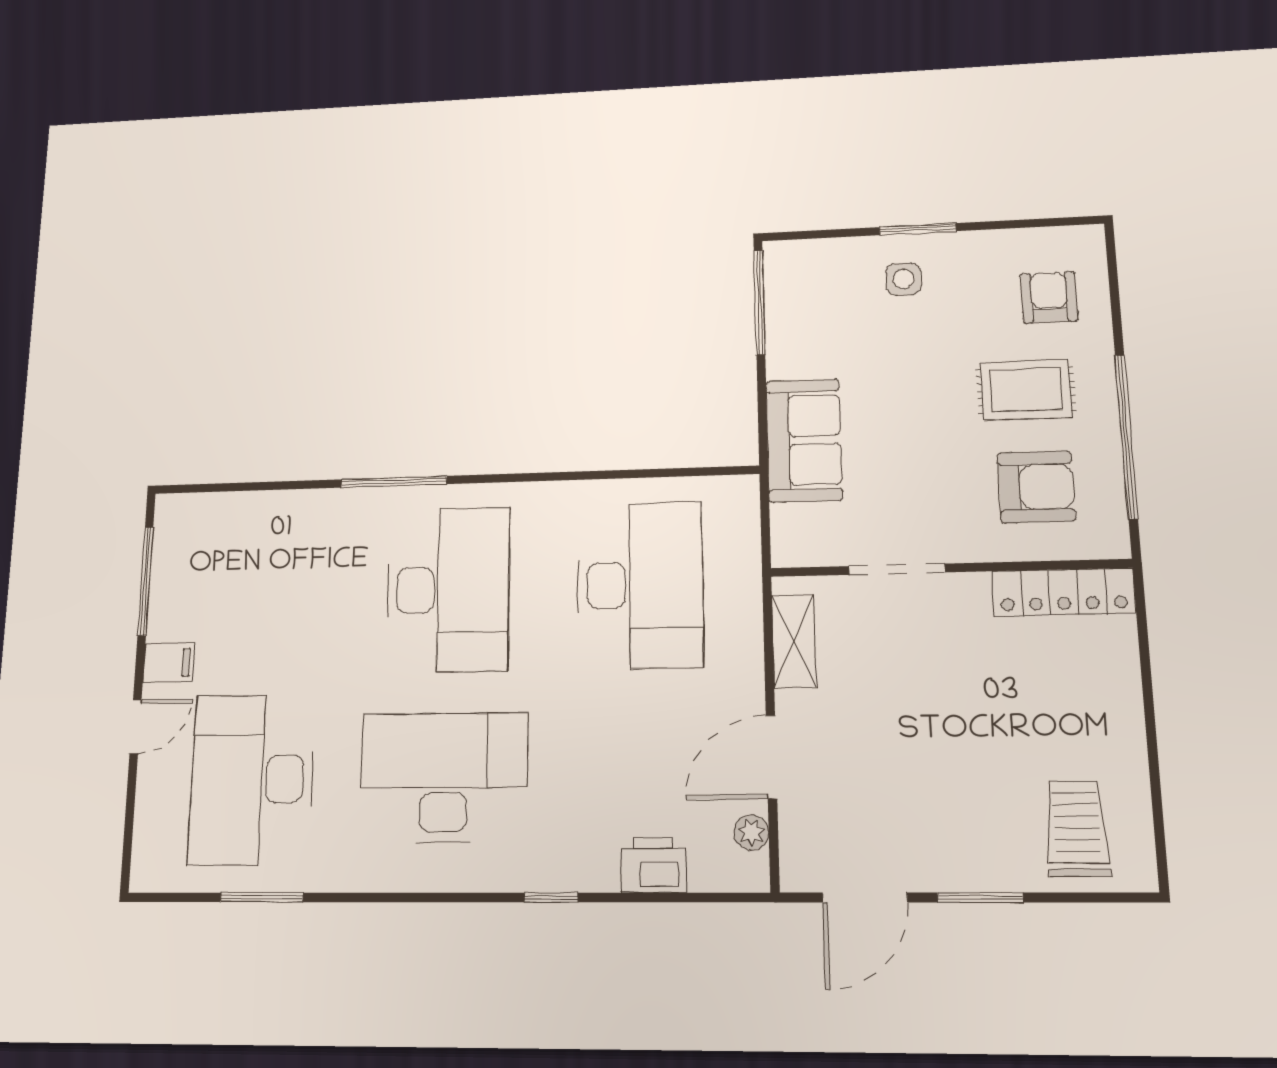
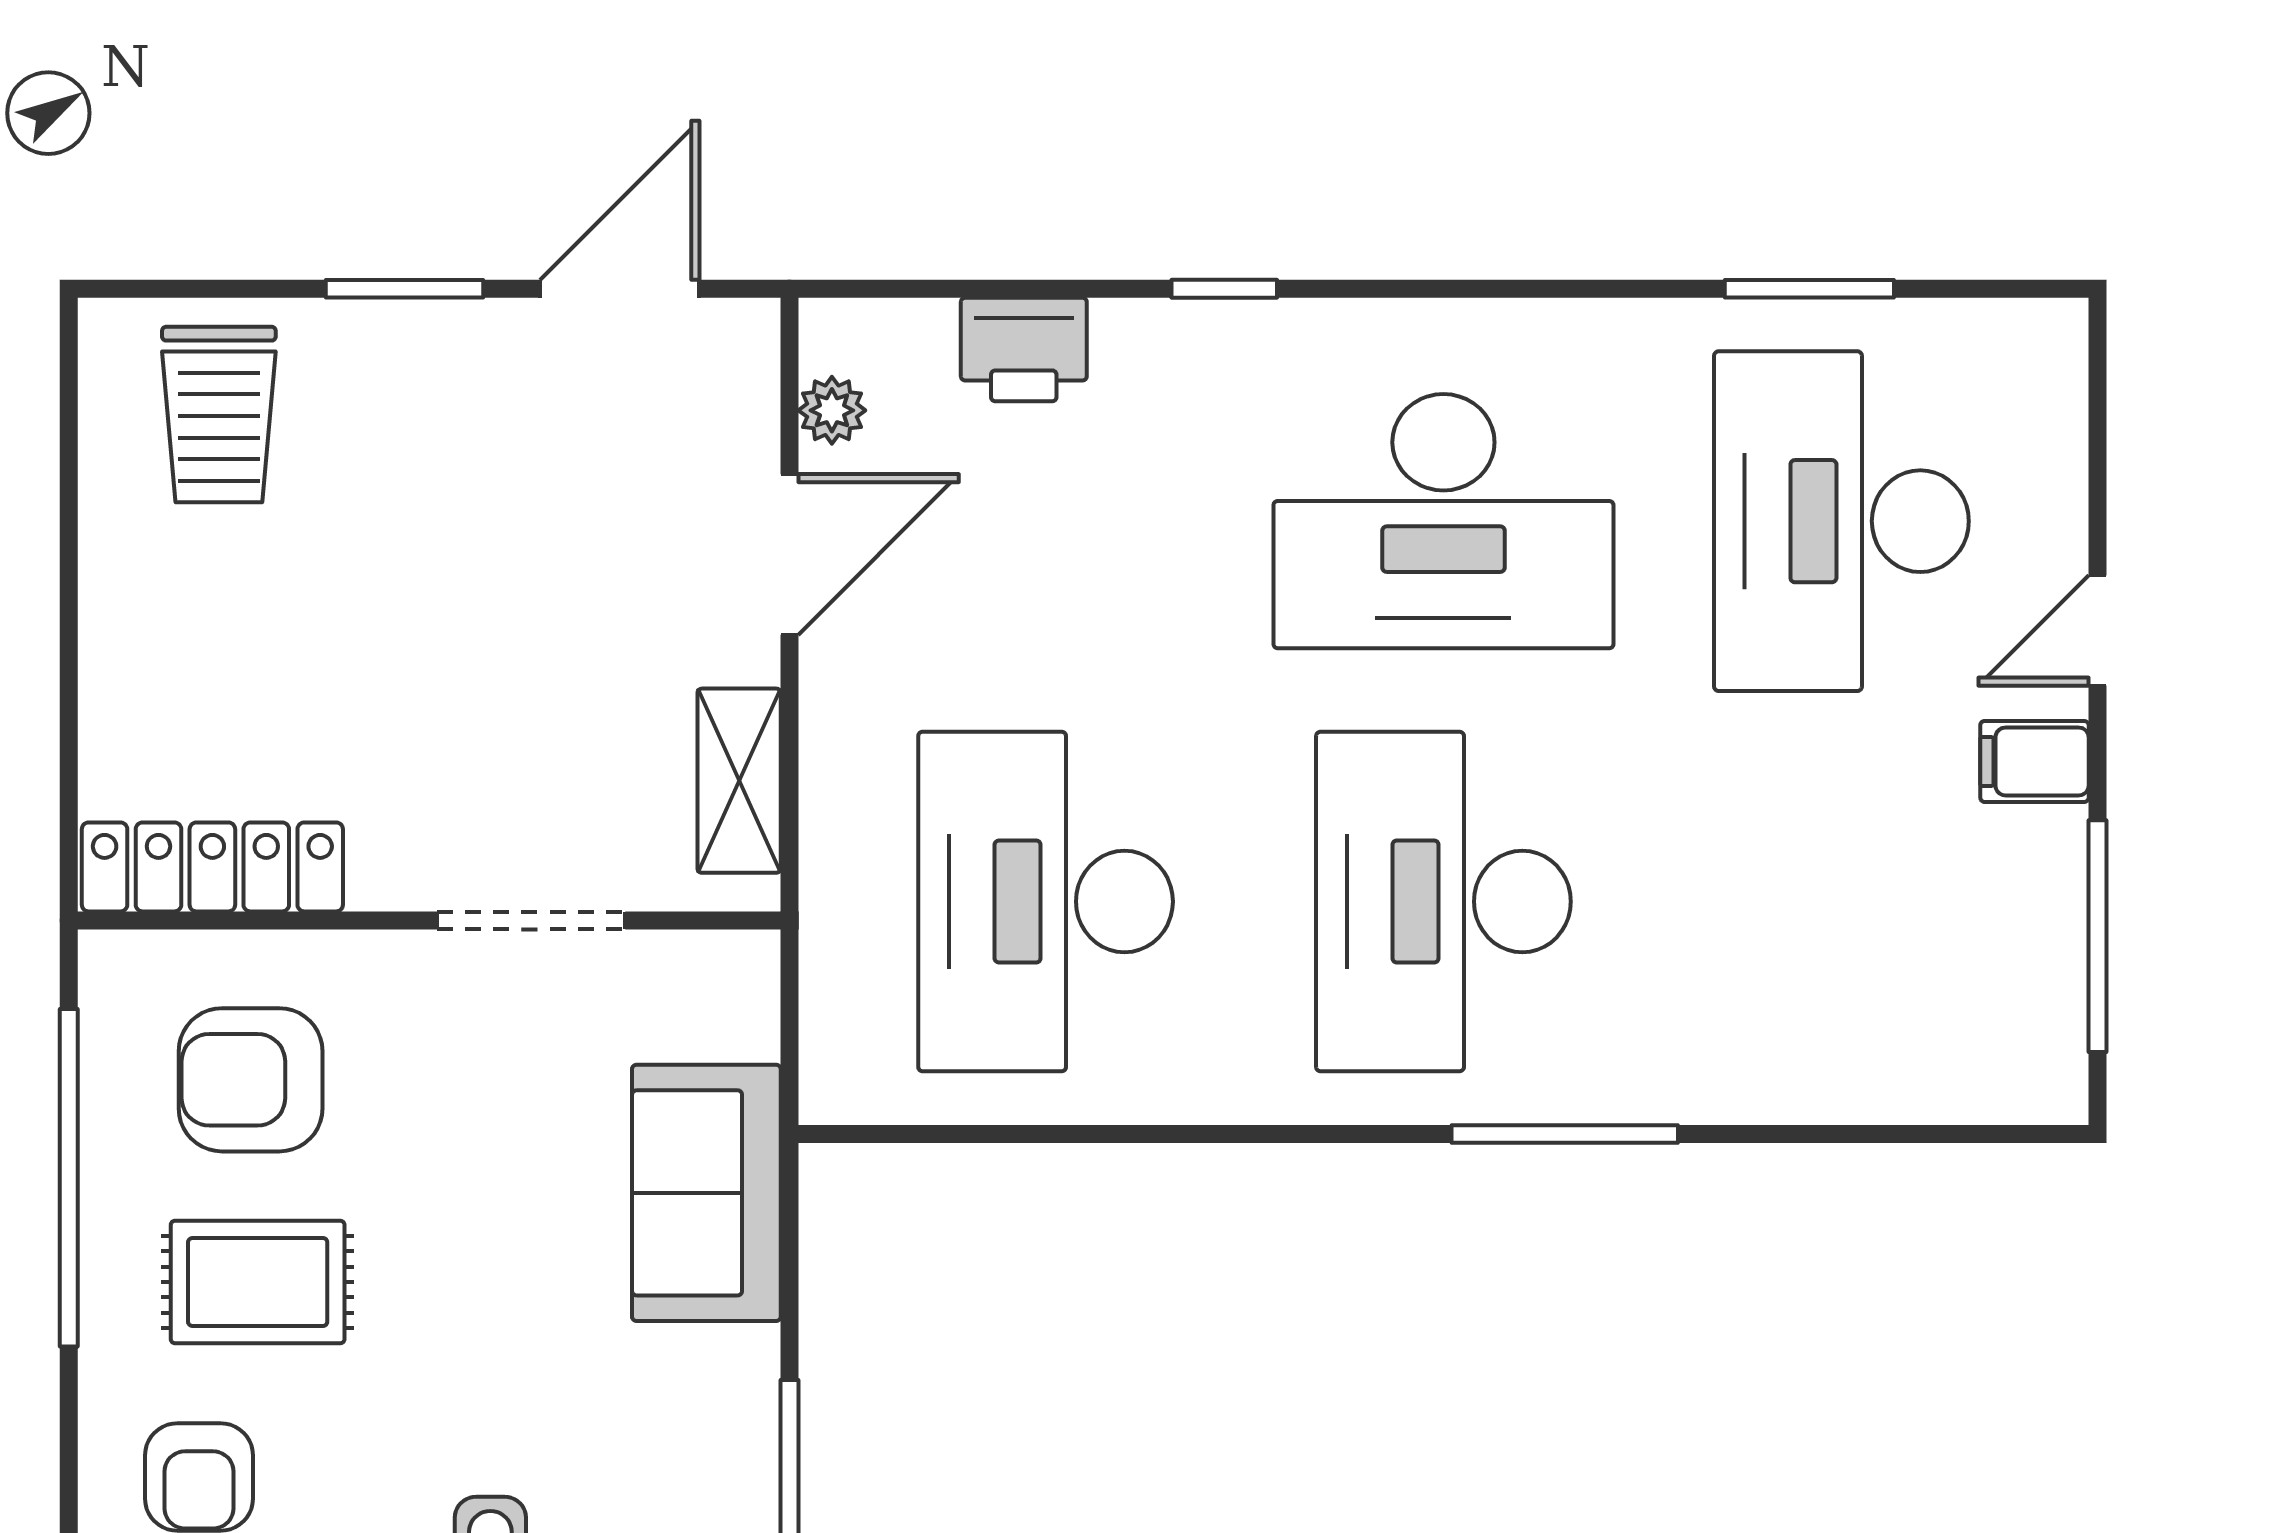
desk: (252, 779) -> (1841, 521), turned 180

